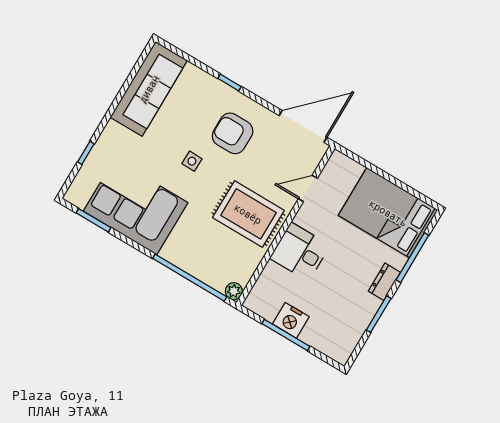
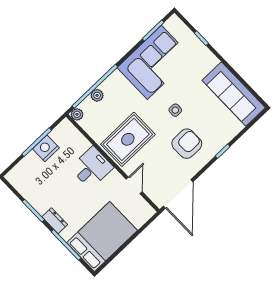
plant: (201, 271) -> (97, 95), added

